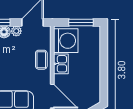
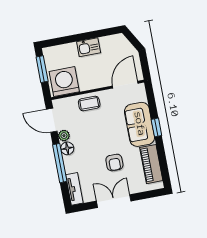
kitchen sink: (61, 64) -> (89, 47), moved, turned 180

